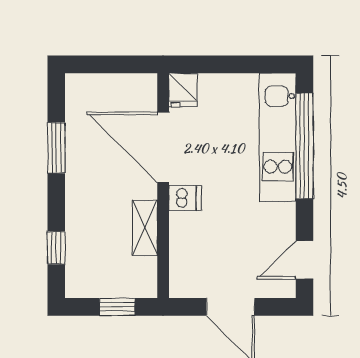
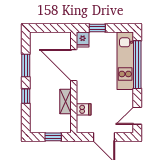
window: (216, 64) -> (97, 28), added
dishwasher: (185, 198) -> (84, 109), moved
window: (56, 248) -> (26, 96), moved

